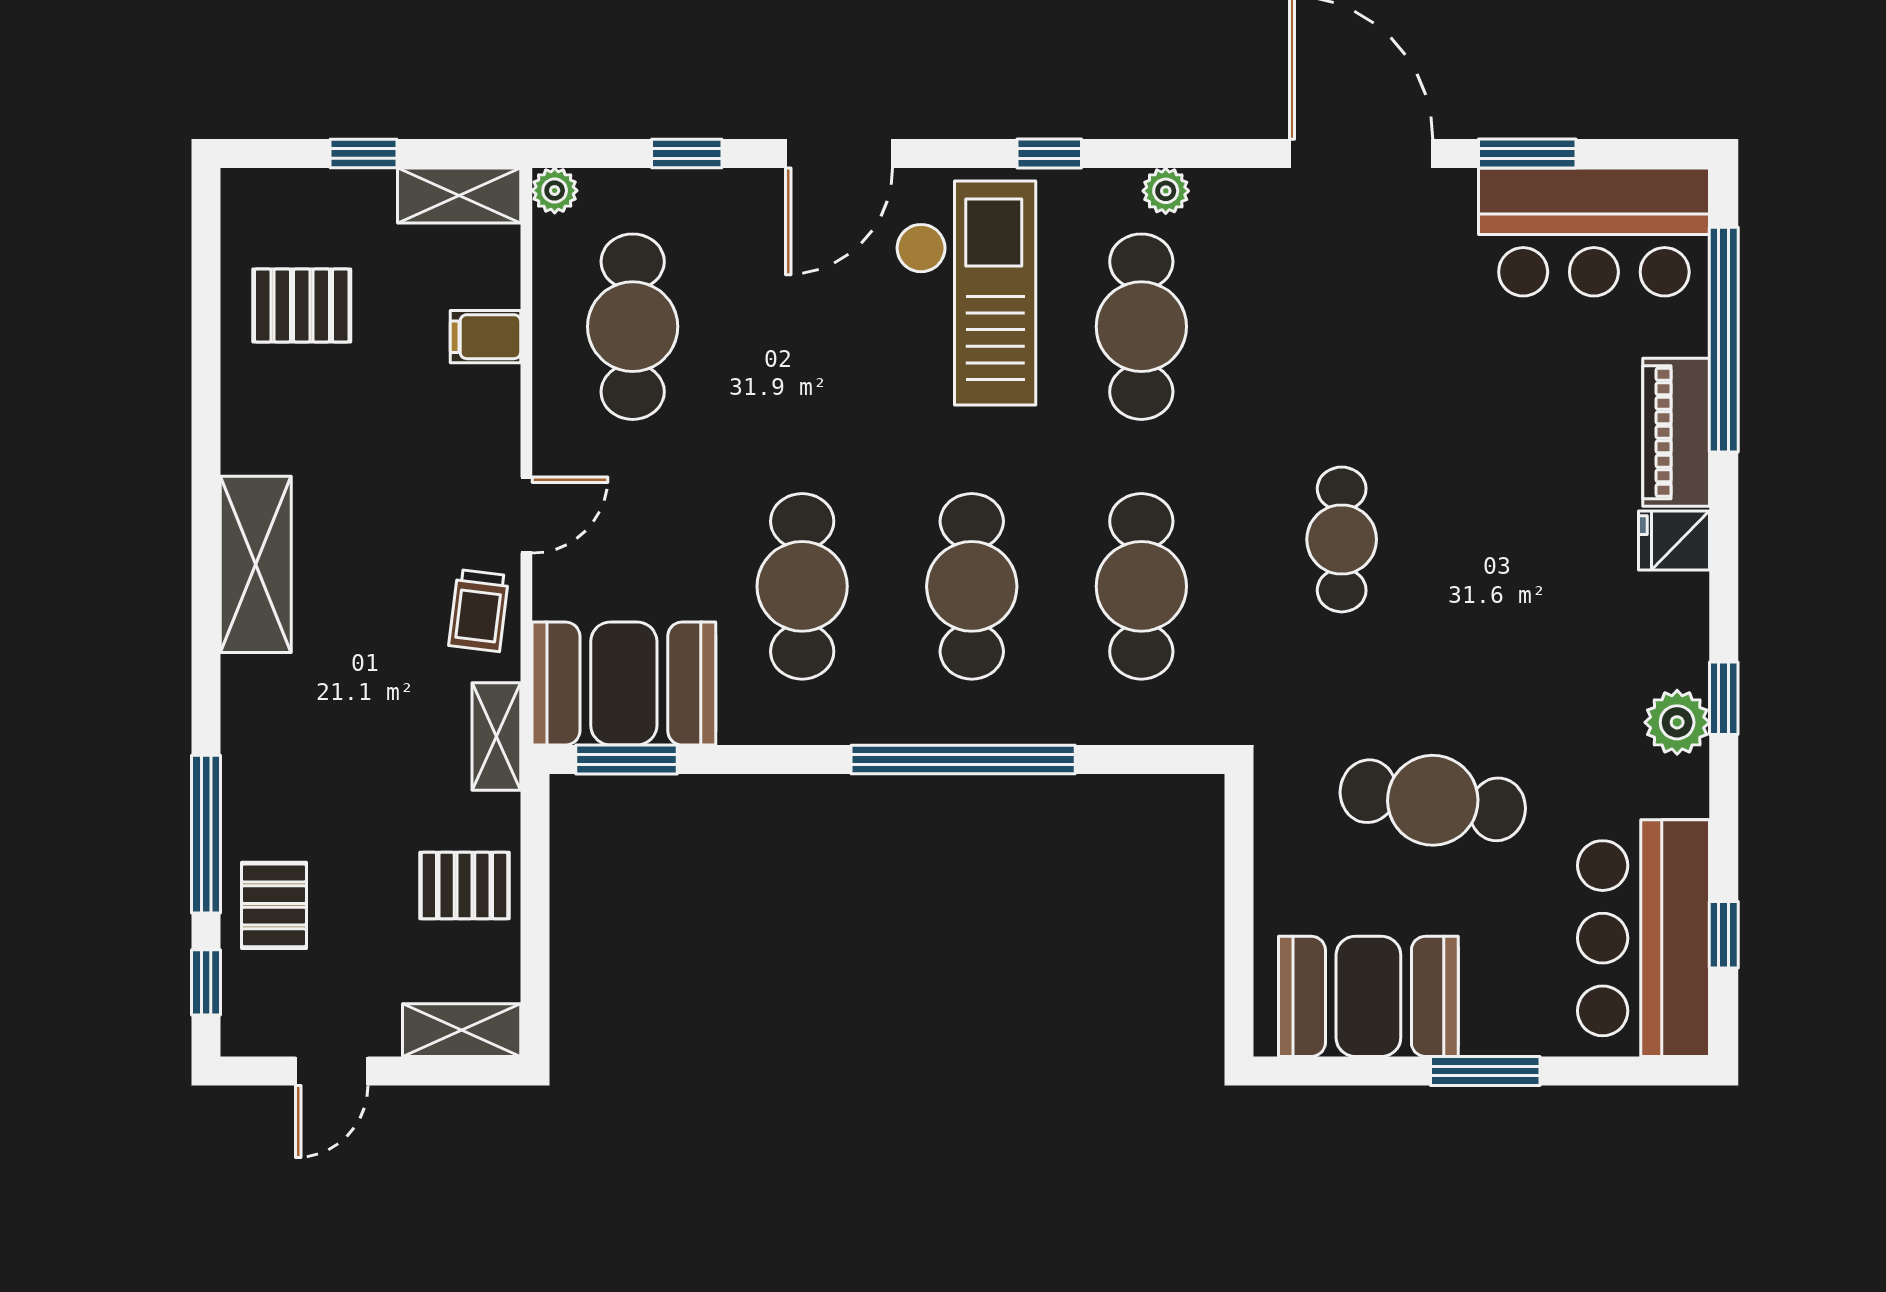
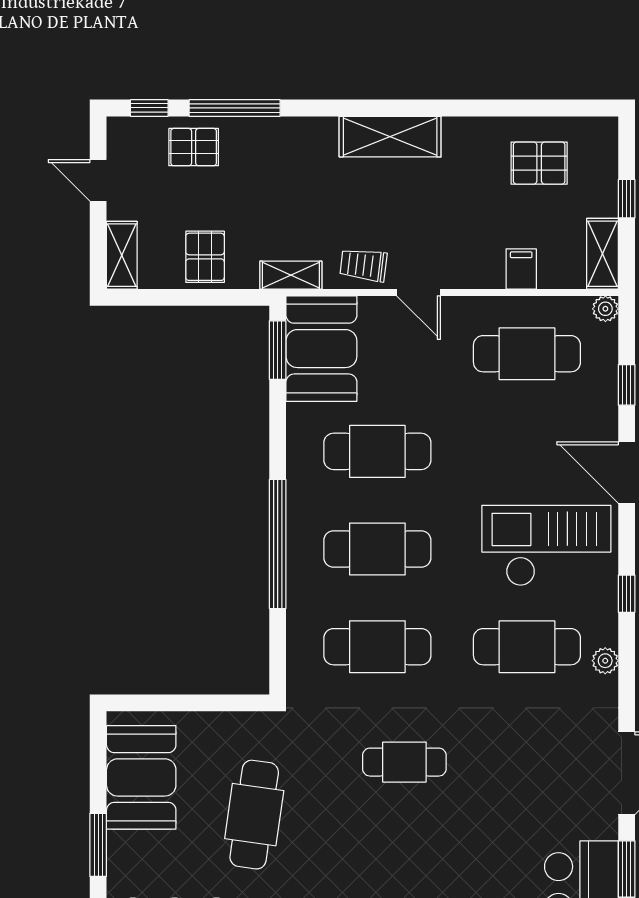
checkout: (966, 293) -> (546, 546), turned 180
pallet: (302, 306) -> (539, 163), turned 90

